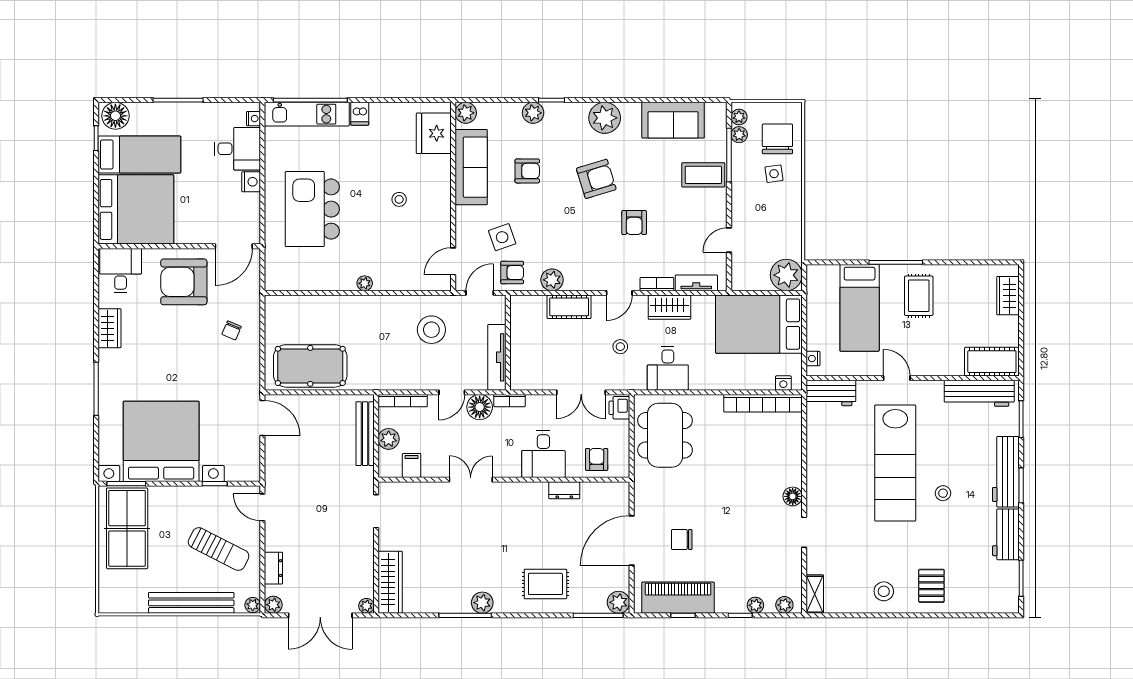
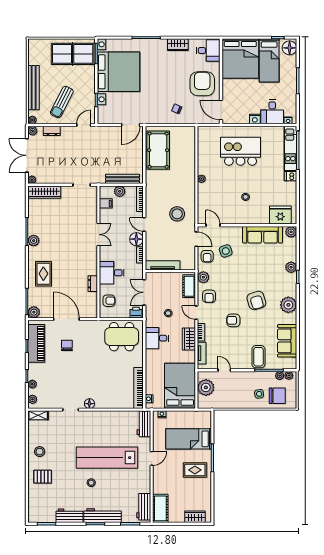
armchair: (527, 171) -> (209, 296), moved
plant: (786, 275) -> (206, 387), moved
wall: (508, 343) -> (170, 271), moved
tv unit: (497, 357) -> (163, 265), moved
workbench: (979, 393) -> (144, 507), width x0.73

